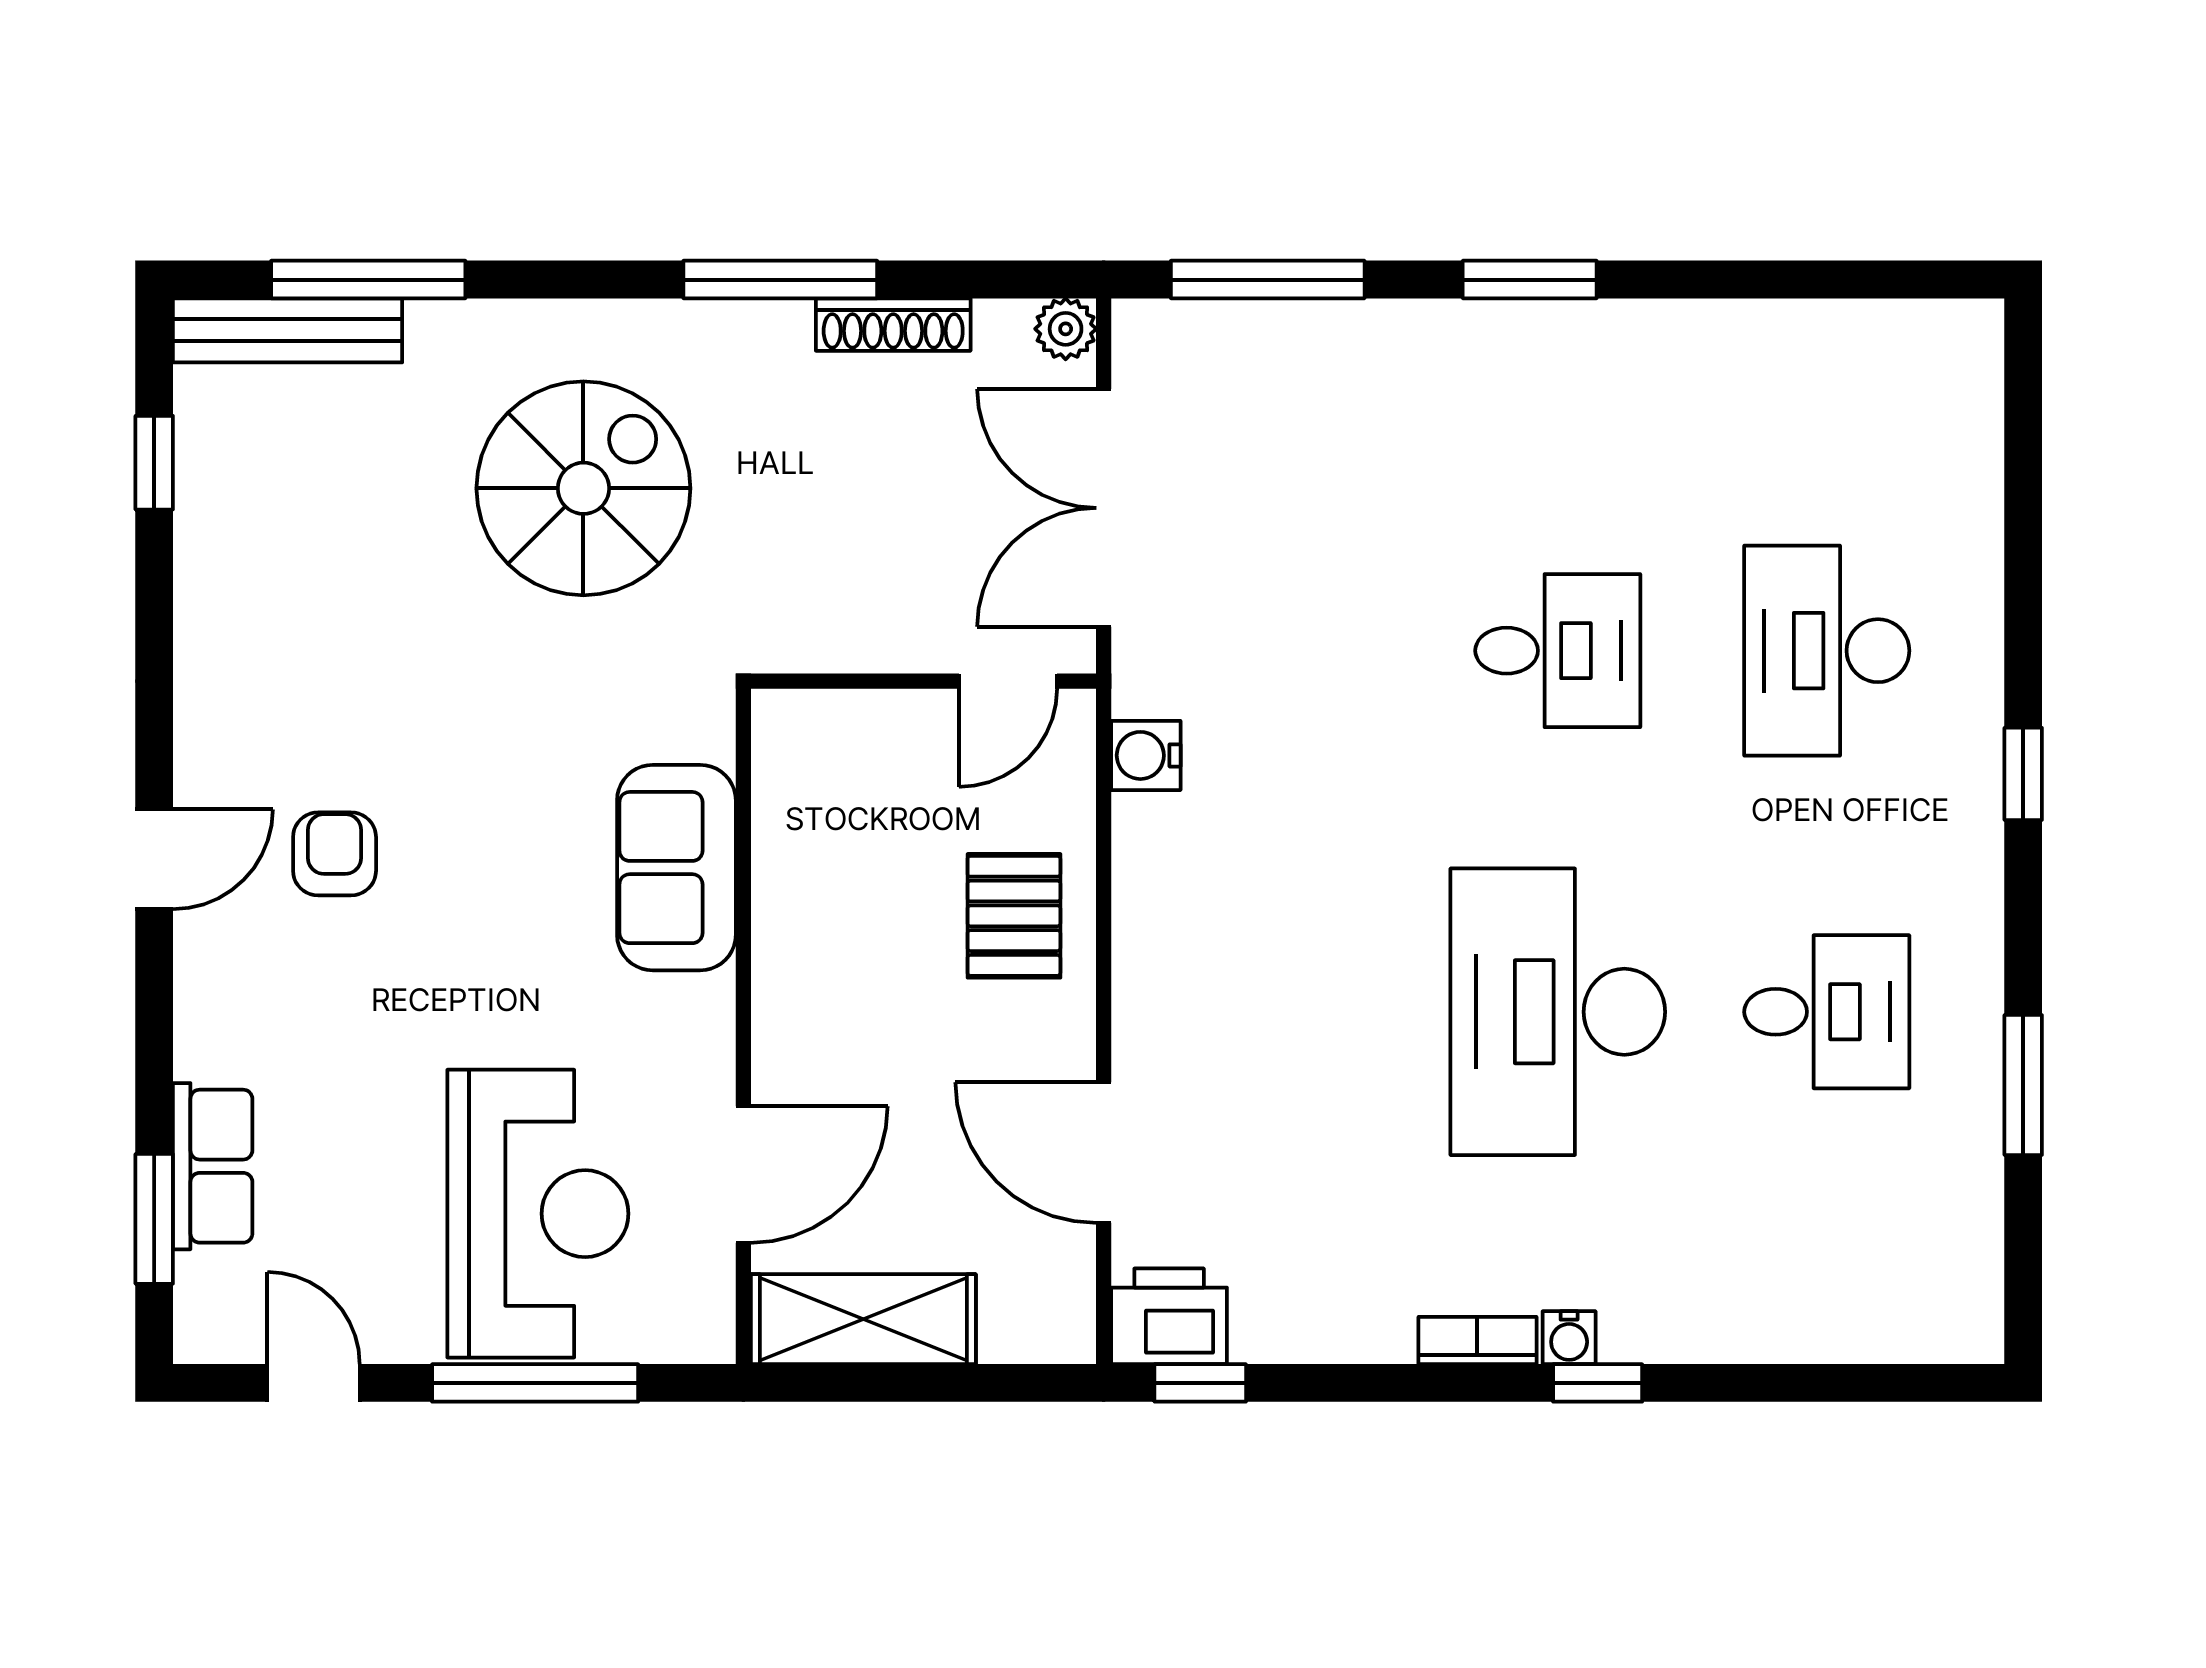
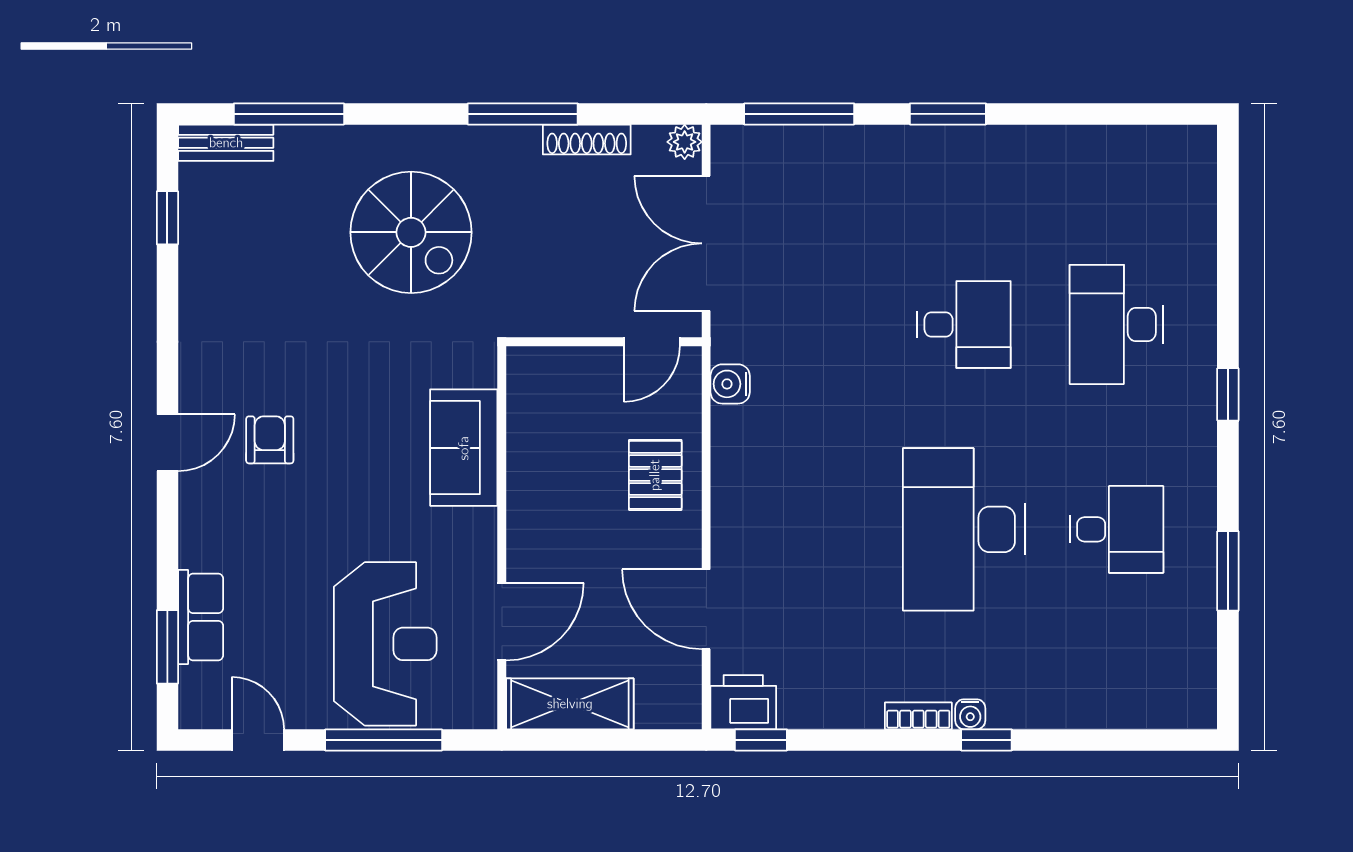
bench: (288, 330) -> (226, 143), width x0.73
spiral stairs: (583, 488) -> (411, 232), turned 90

